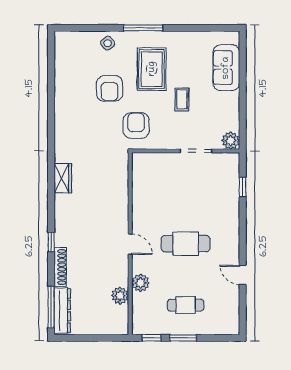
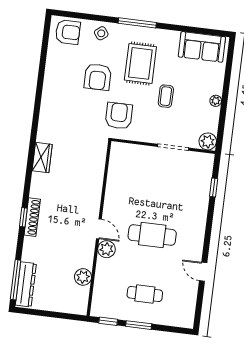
armchair: (73, 46) -> (68, 32), added
sofa: (226, 68) -> (202, 47), moved, turned -90
plant: (234, 98) -> (216, 101), added
shoe rack: (60, 267) -> (32, 217), moved
plant: (141, 283) -> (107, 249), moved

